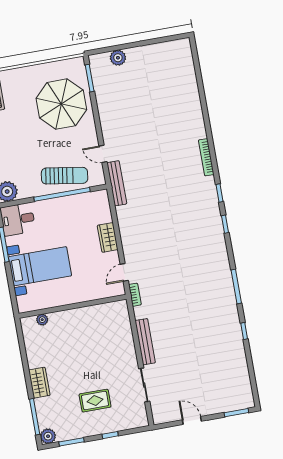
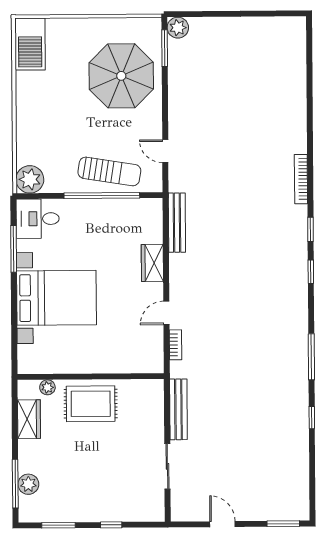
plant: (118, 58) -> (178, 28), moved
bench: (117, 183) -> (177, 223), moved
bed with nightstands: (40, 266) -> (56, 298), width x1.36
wall: (73, 306) -> (91, 377), moved
plant: (42, 320) -> (47, 387), moved
wardrobe: (39, 383) -> (29, 419), moved
rug: (95, 401) -> (91, 404), moved, width x1.36, depth x1.43
plant: (48, 436) -> (28, 484), moved

